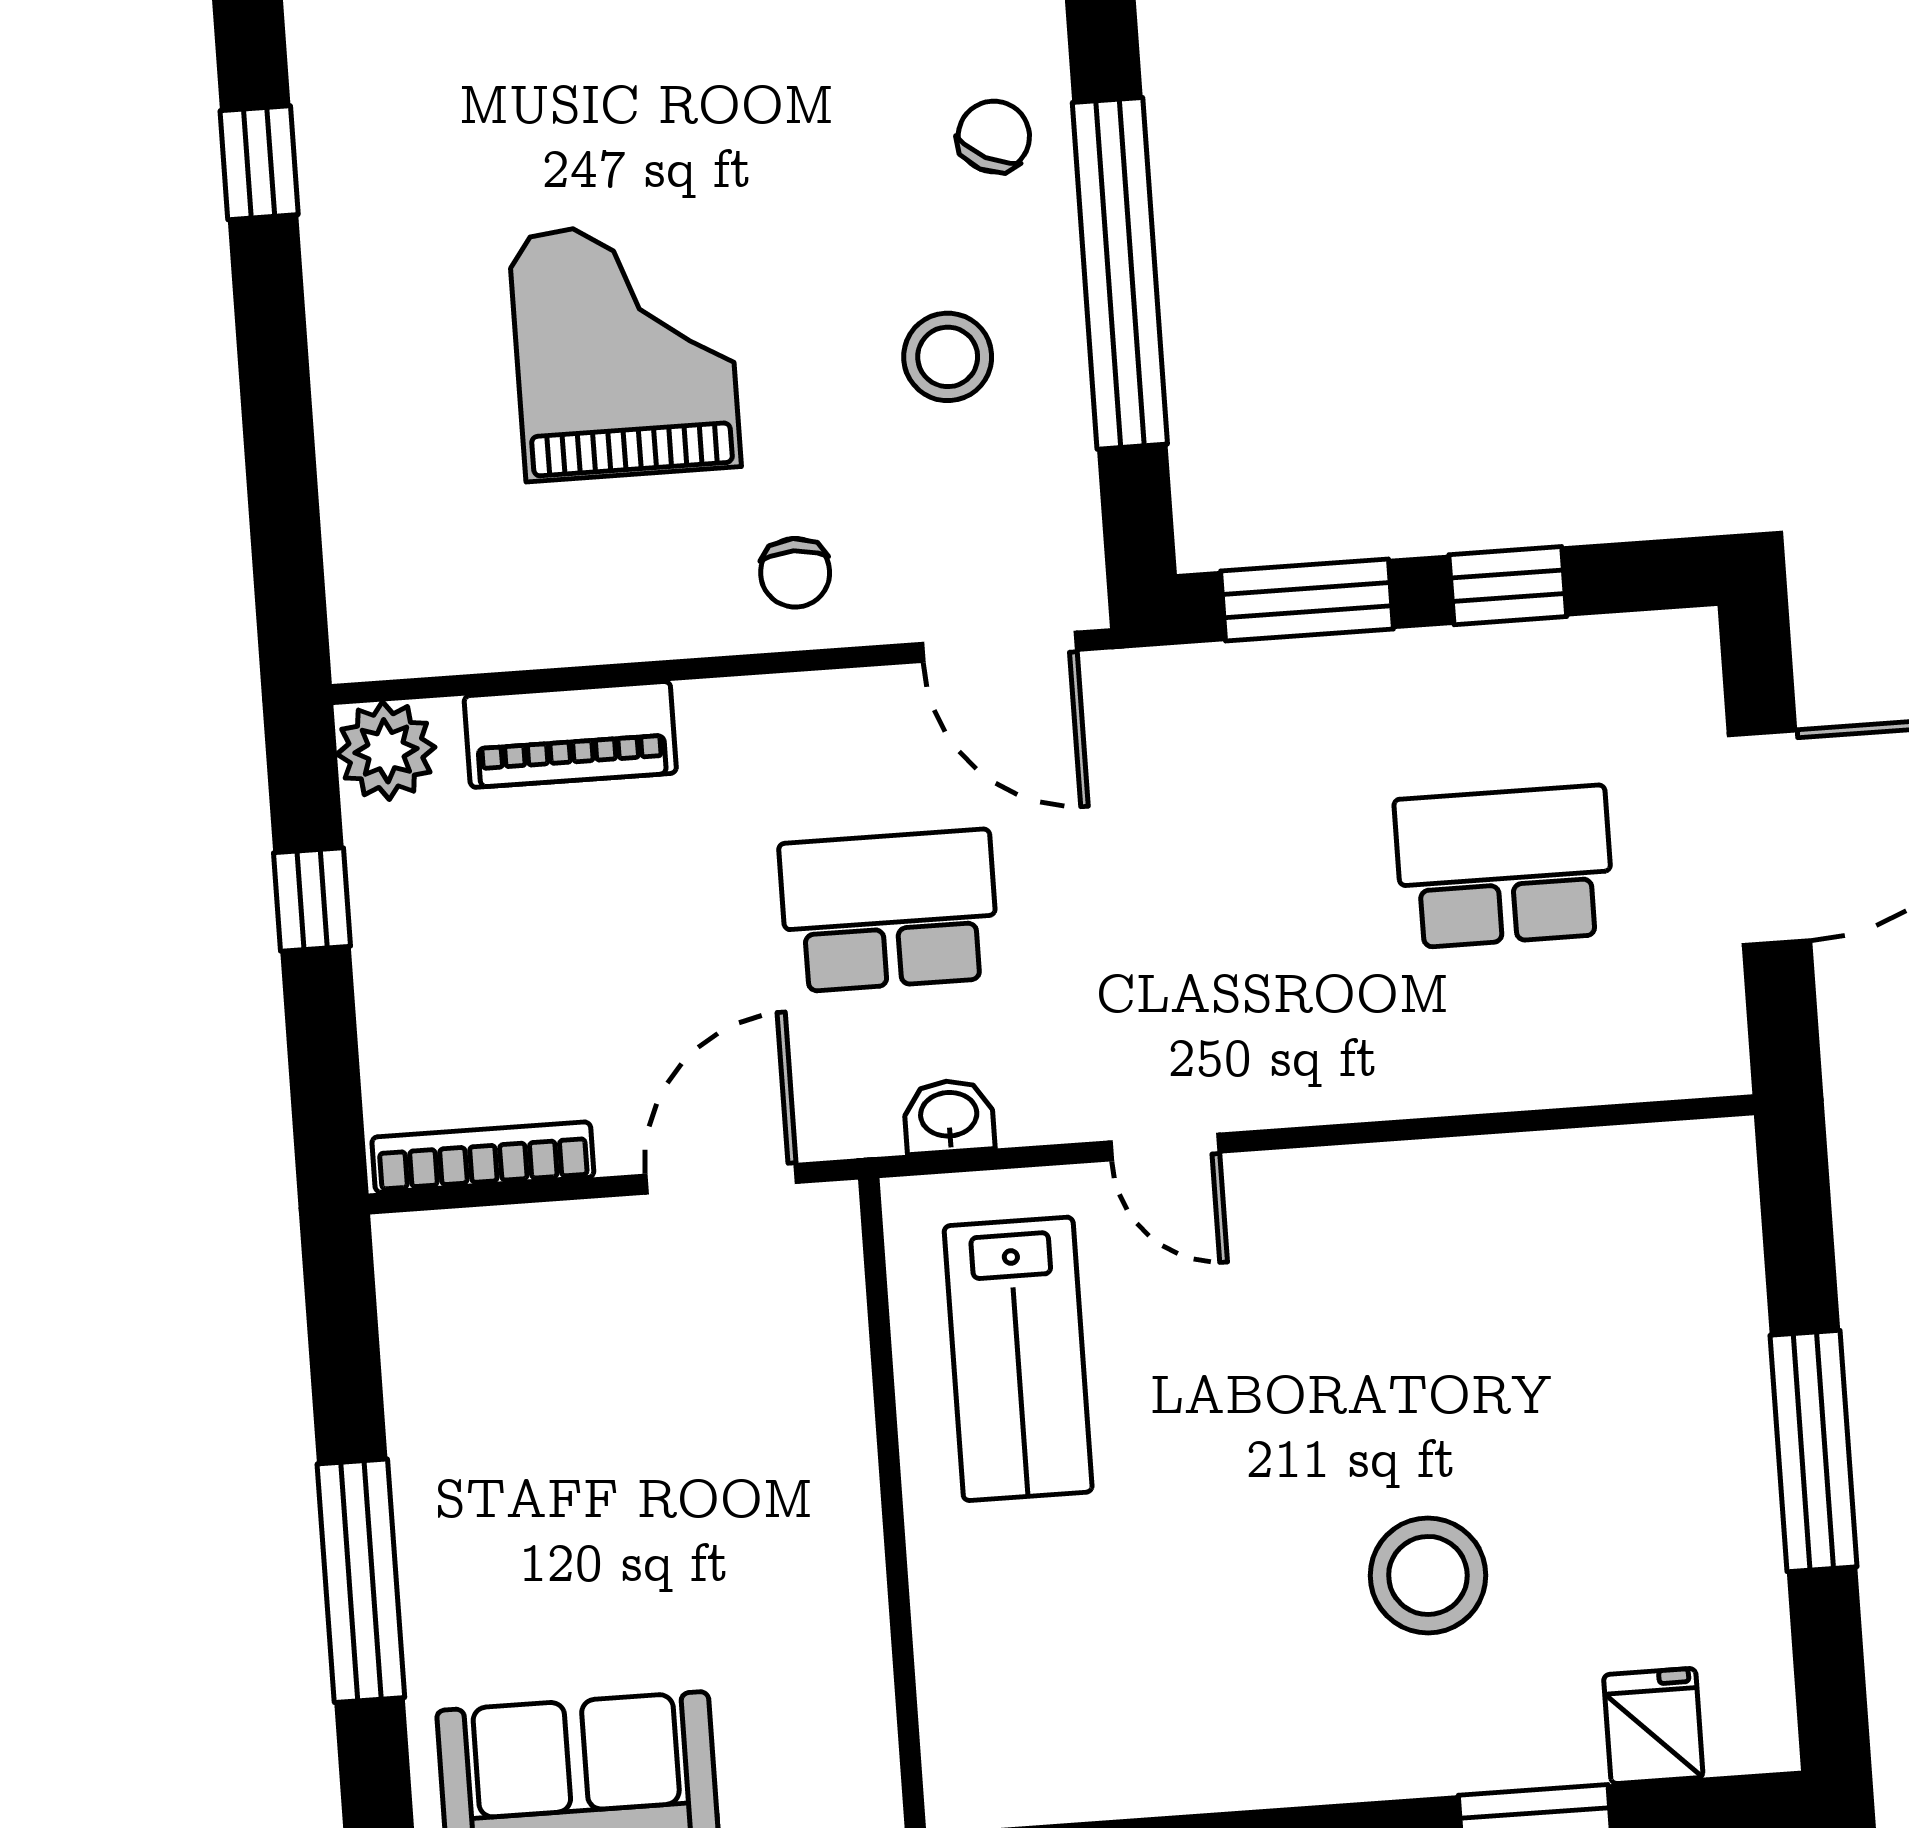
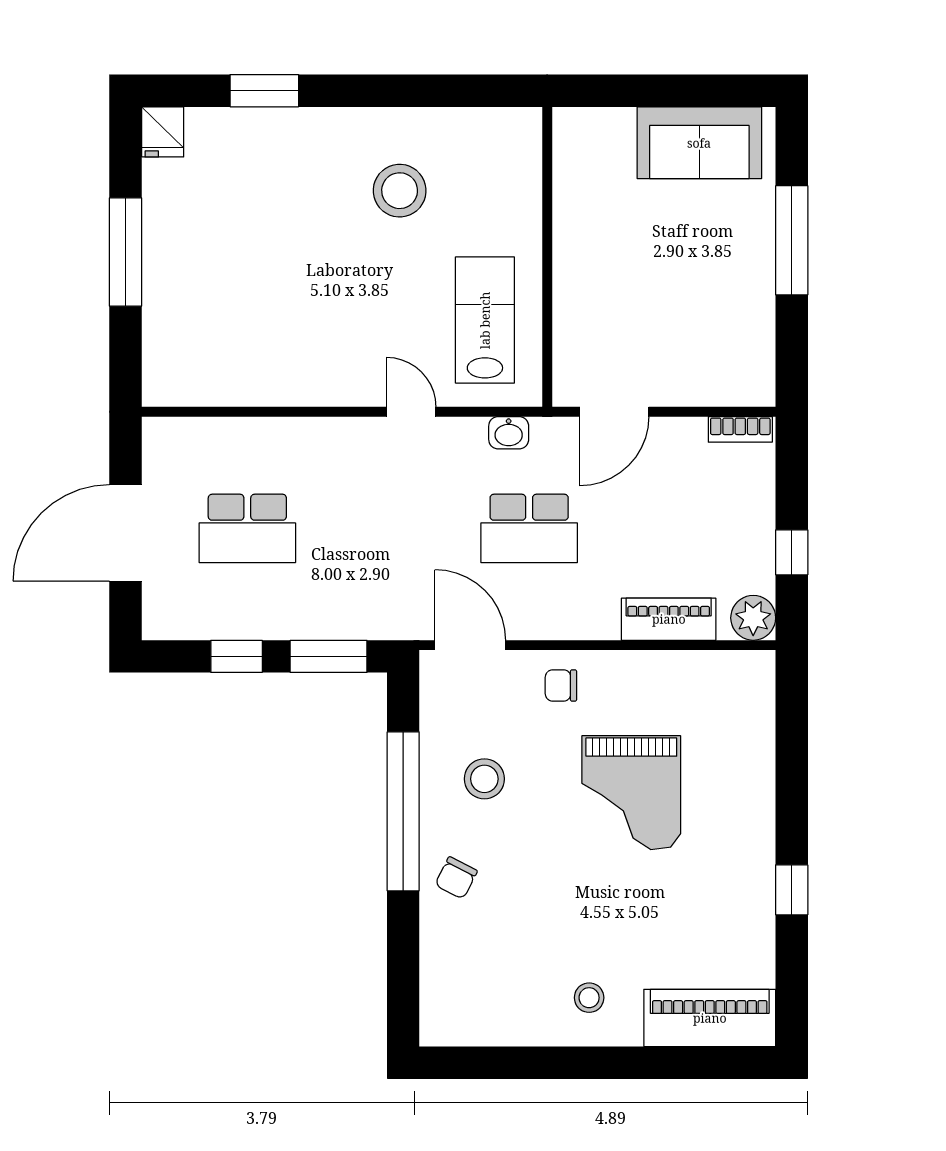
chair: (795, 573) -> (561, 685), turned -90
bookcase: (483, 1157) -> (740, 429), width x0.64
stool: (1428, 1575) -> (400, 191), moved
fridge: (1653, 1726) -> (163, 132), moved

